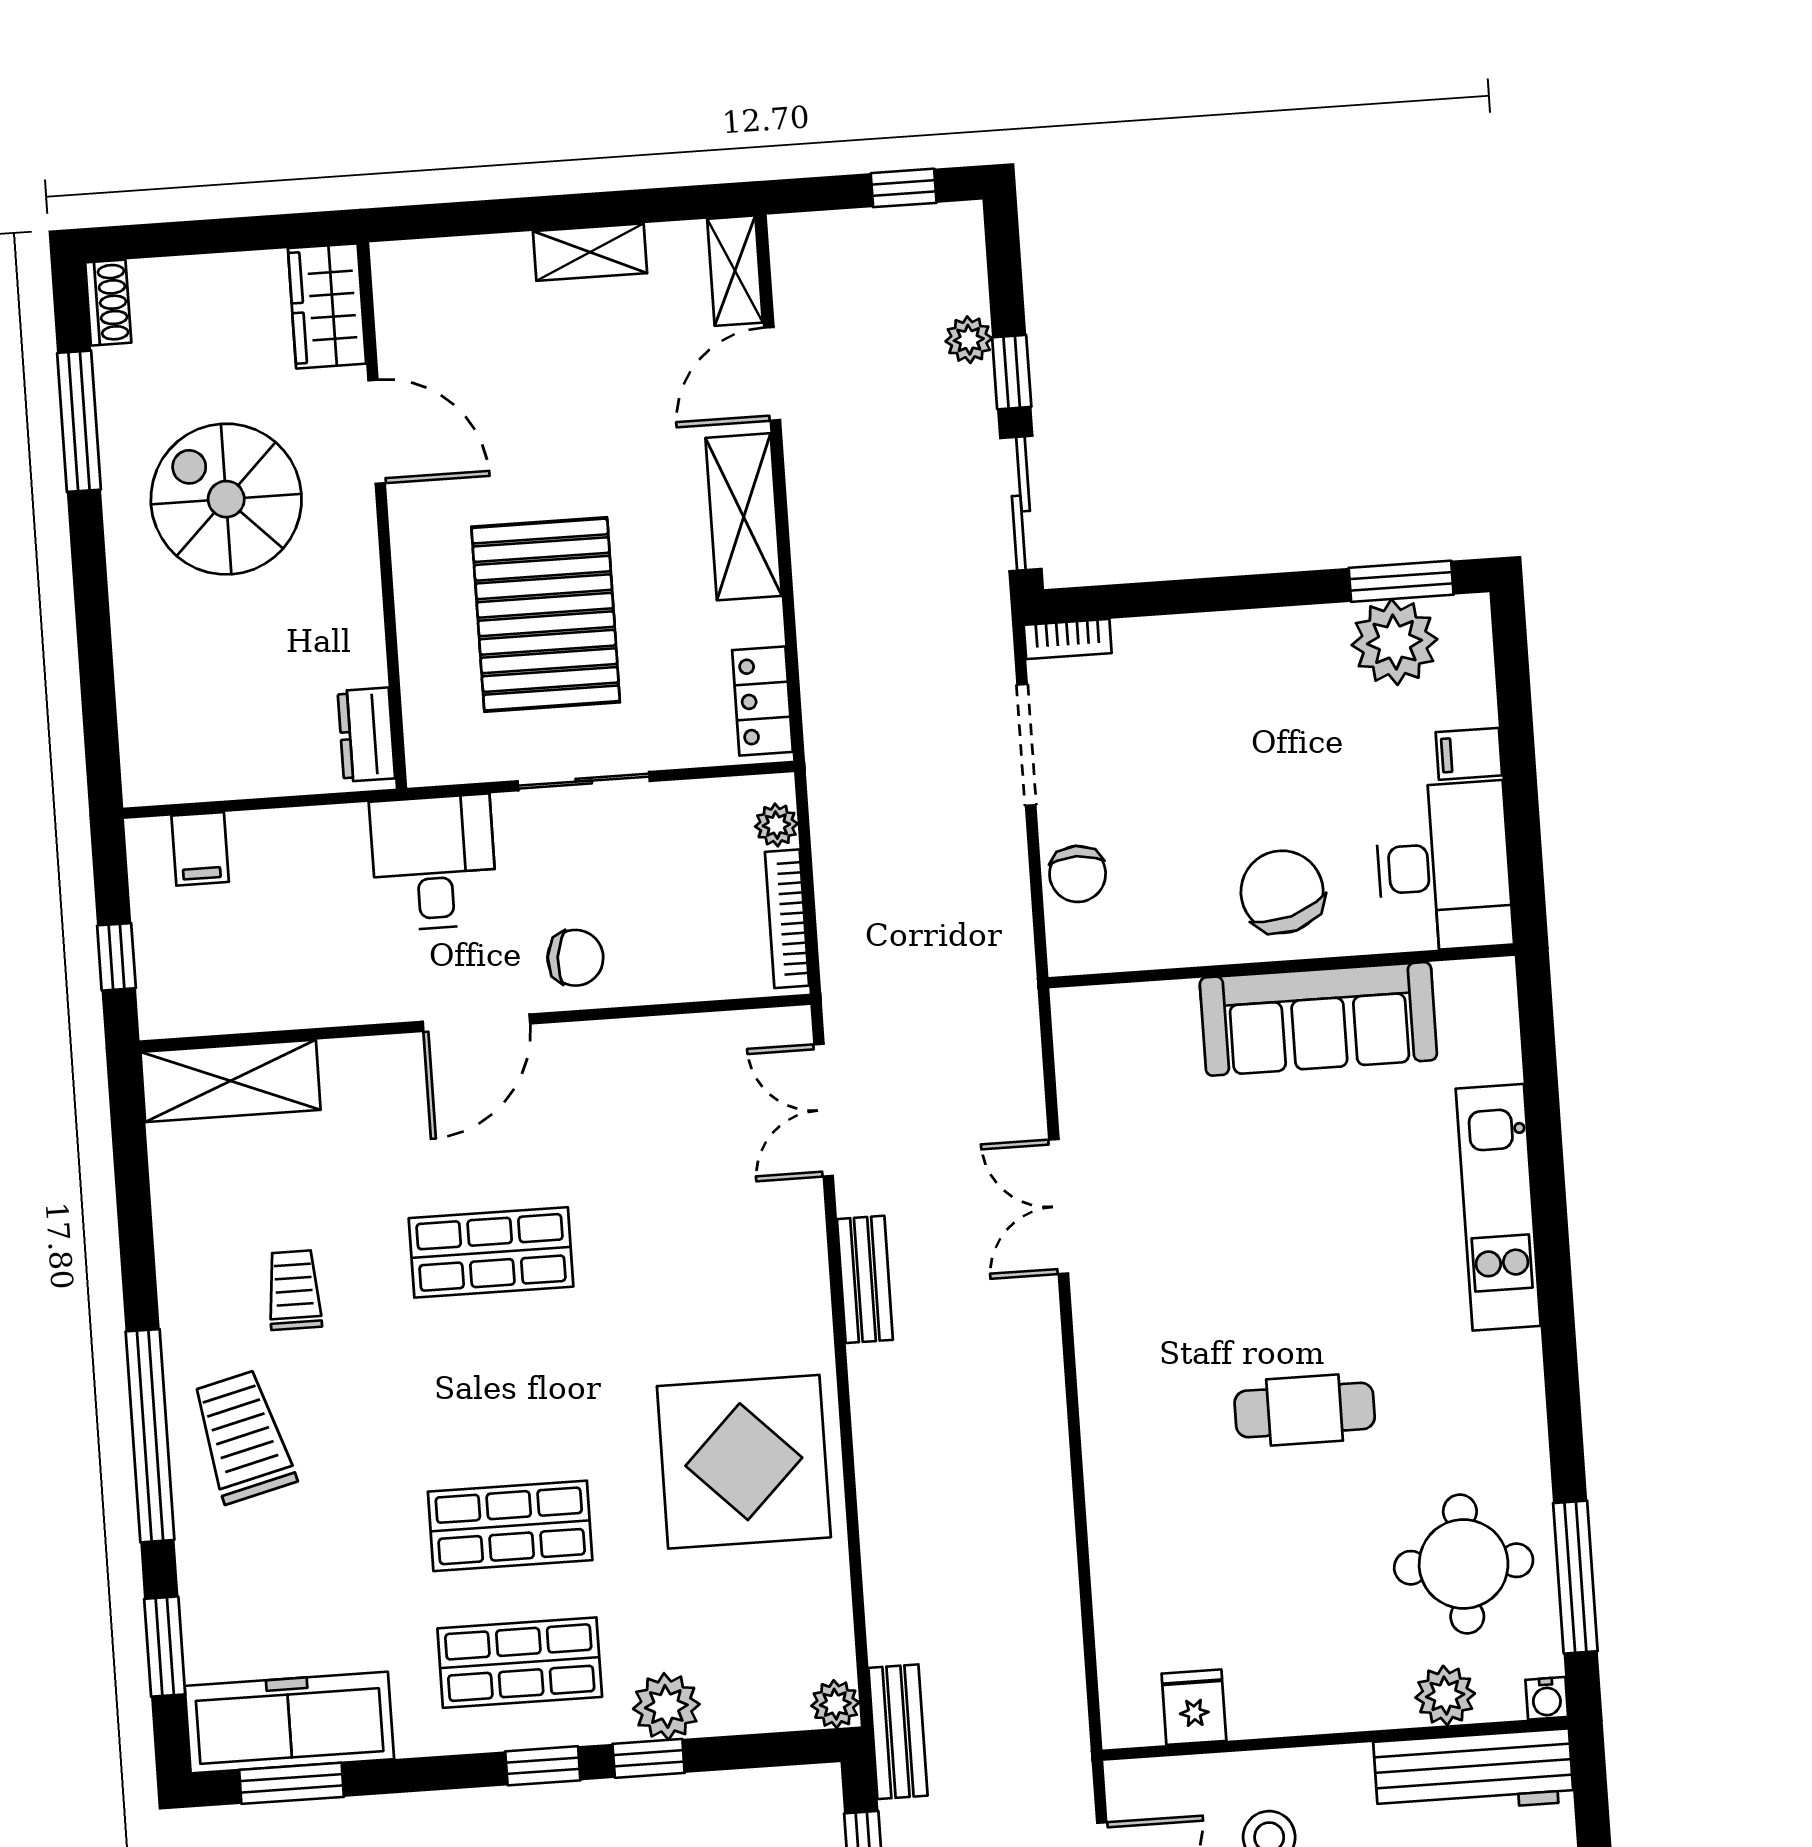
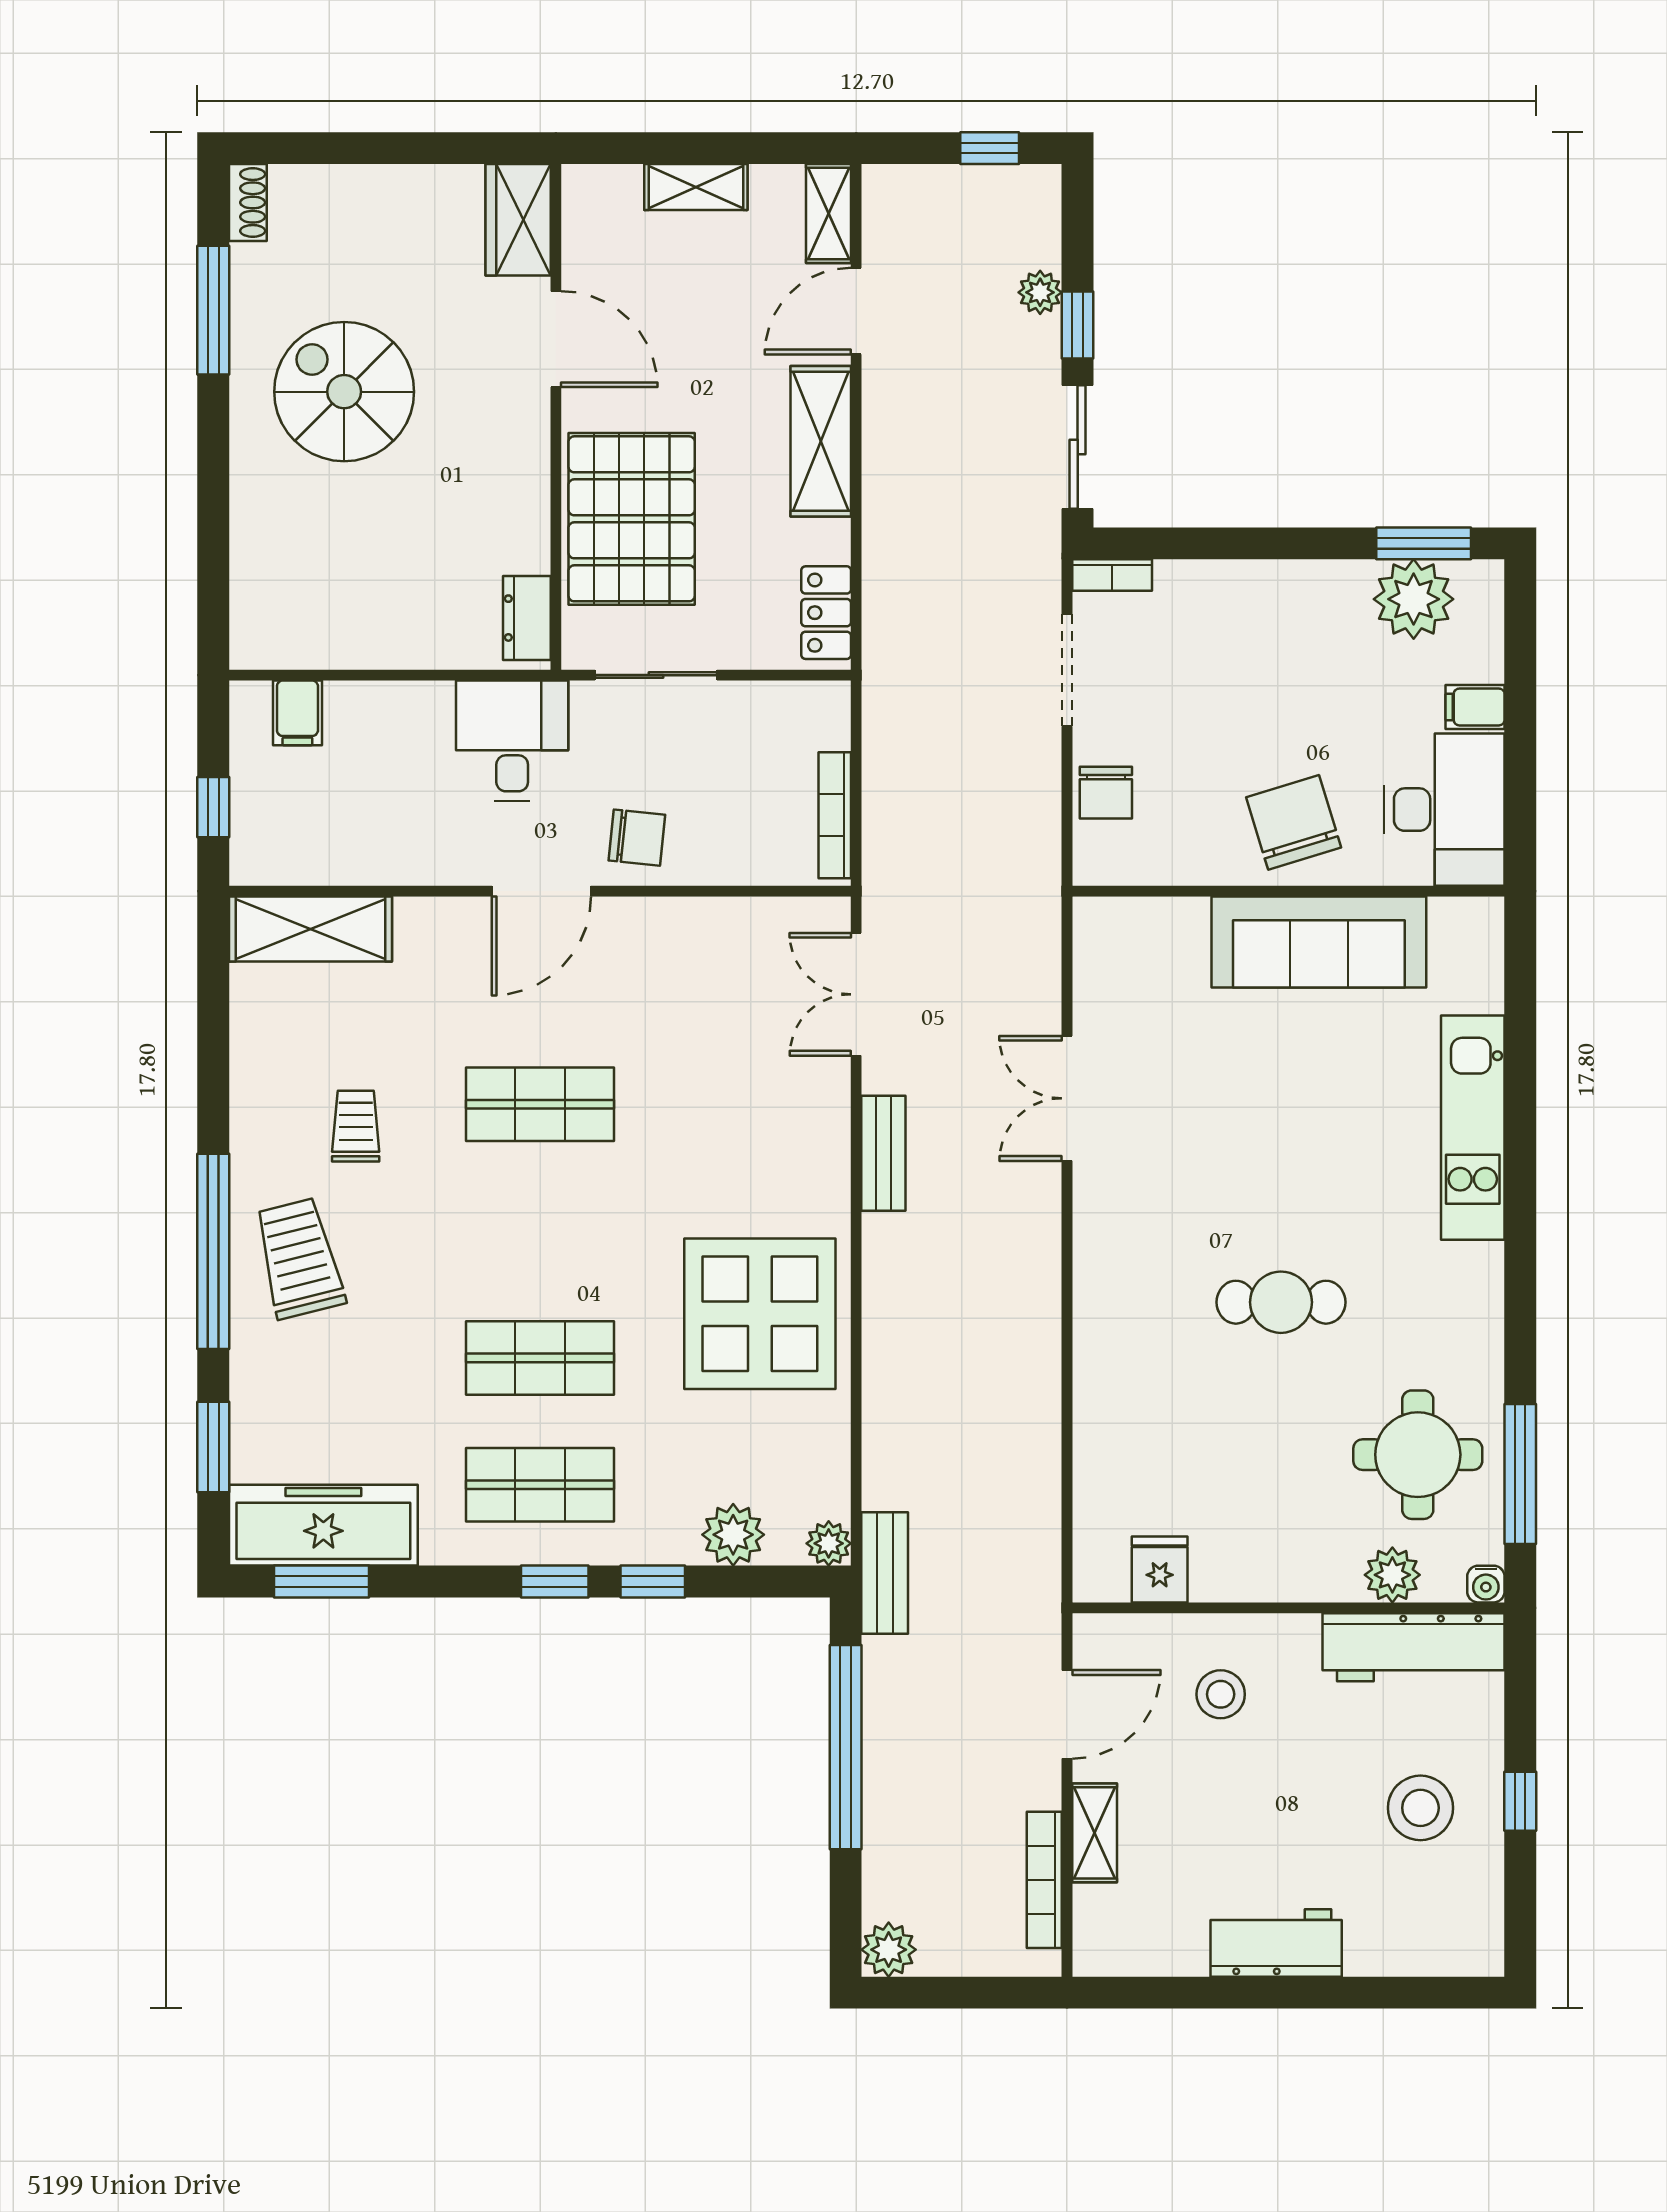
wardrobe: (327, 306) -> (518, 220), moved
door: (377, 432) -> (556, 339), moved
wall: (382, 516) -> (556, 417), moved
dresser: (366, 735) -> (527, 618), moved
plant: (776, 825) -> (831, 728), removed
plant: (666, 1706) -> (733, 1535), moved

